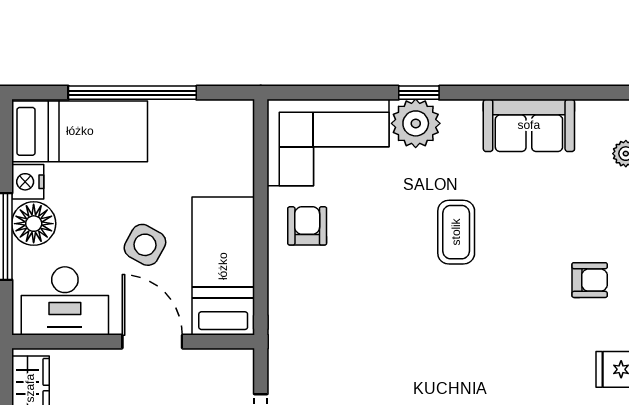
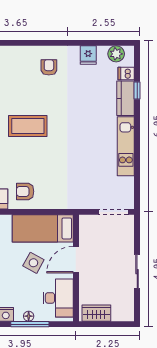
floor lamp: (34, 224) -> (29, 316), width x0.53, depth x0.53
coffee table: (456, 232) -> (28, 126), width x1.36, depth x1.32

